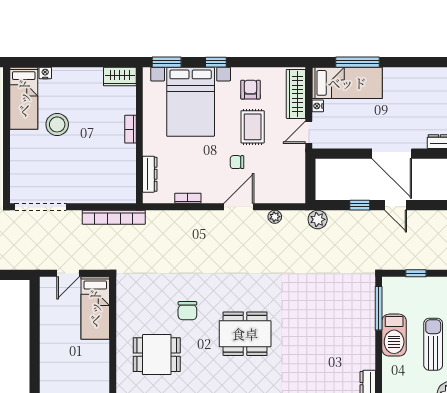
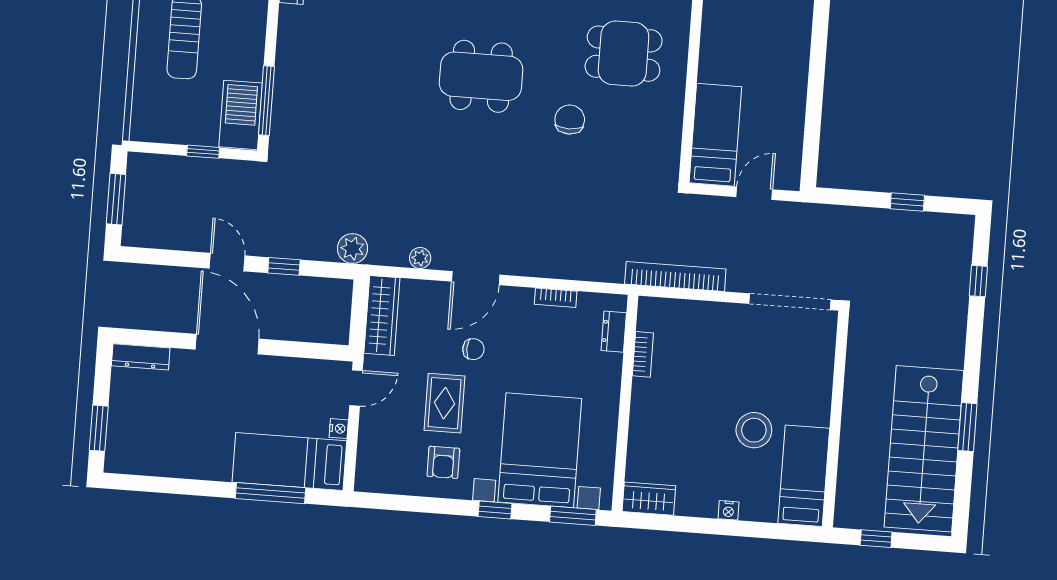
nightstand: (45, 73) -> (728, 510), moved
wardrobe: (296, 94) -> (382, 316), moved
bookcase: (130, 129) -> (643, 354), moved
dresser: (150, 174) -> (614, 332), width x0.70
barbecue: (394, 335) -> (241, 115), moved

